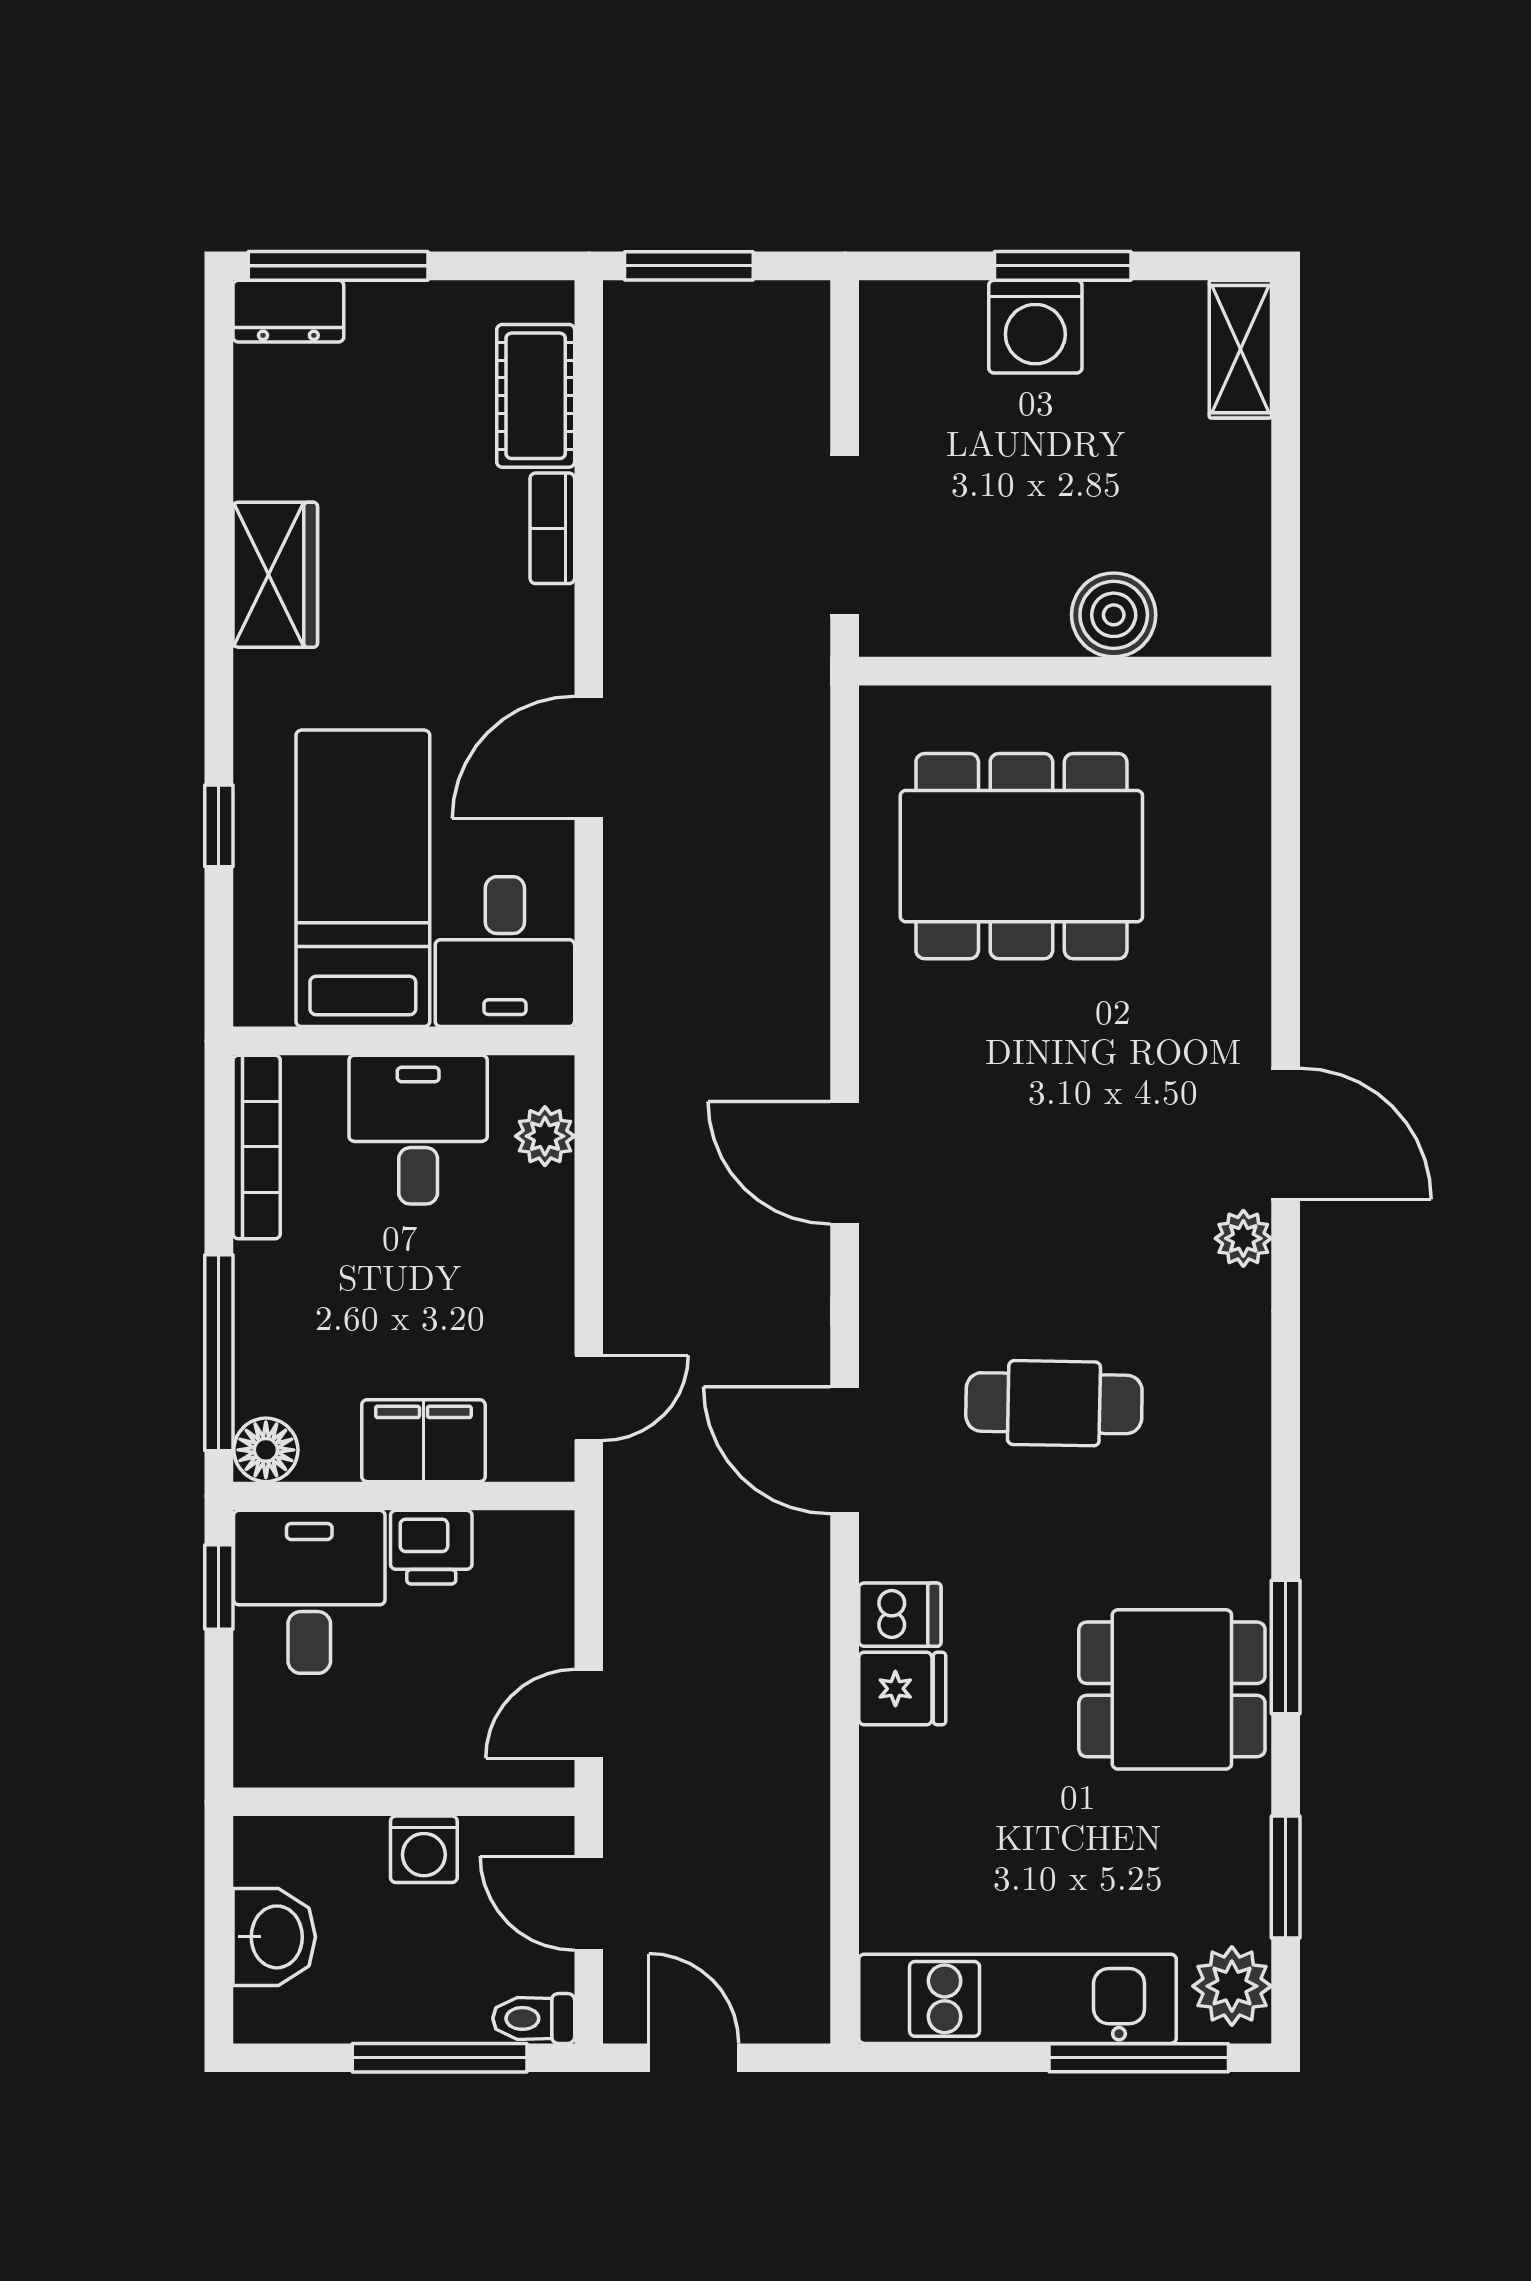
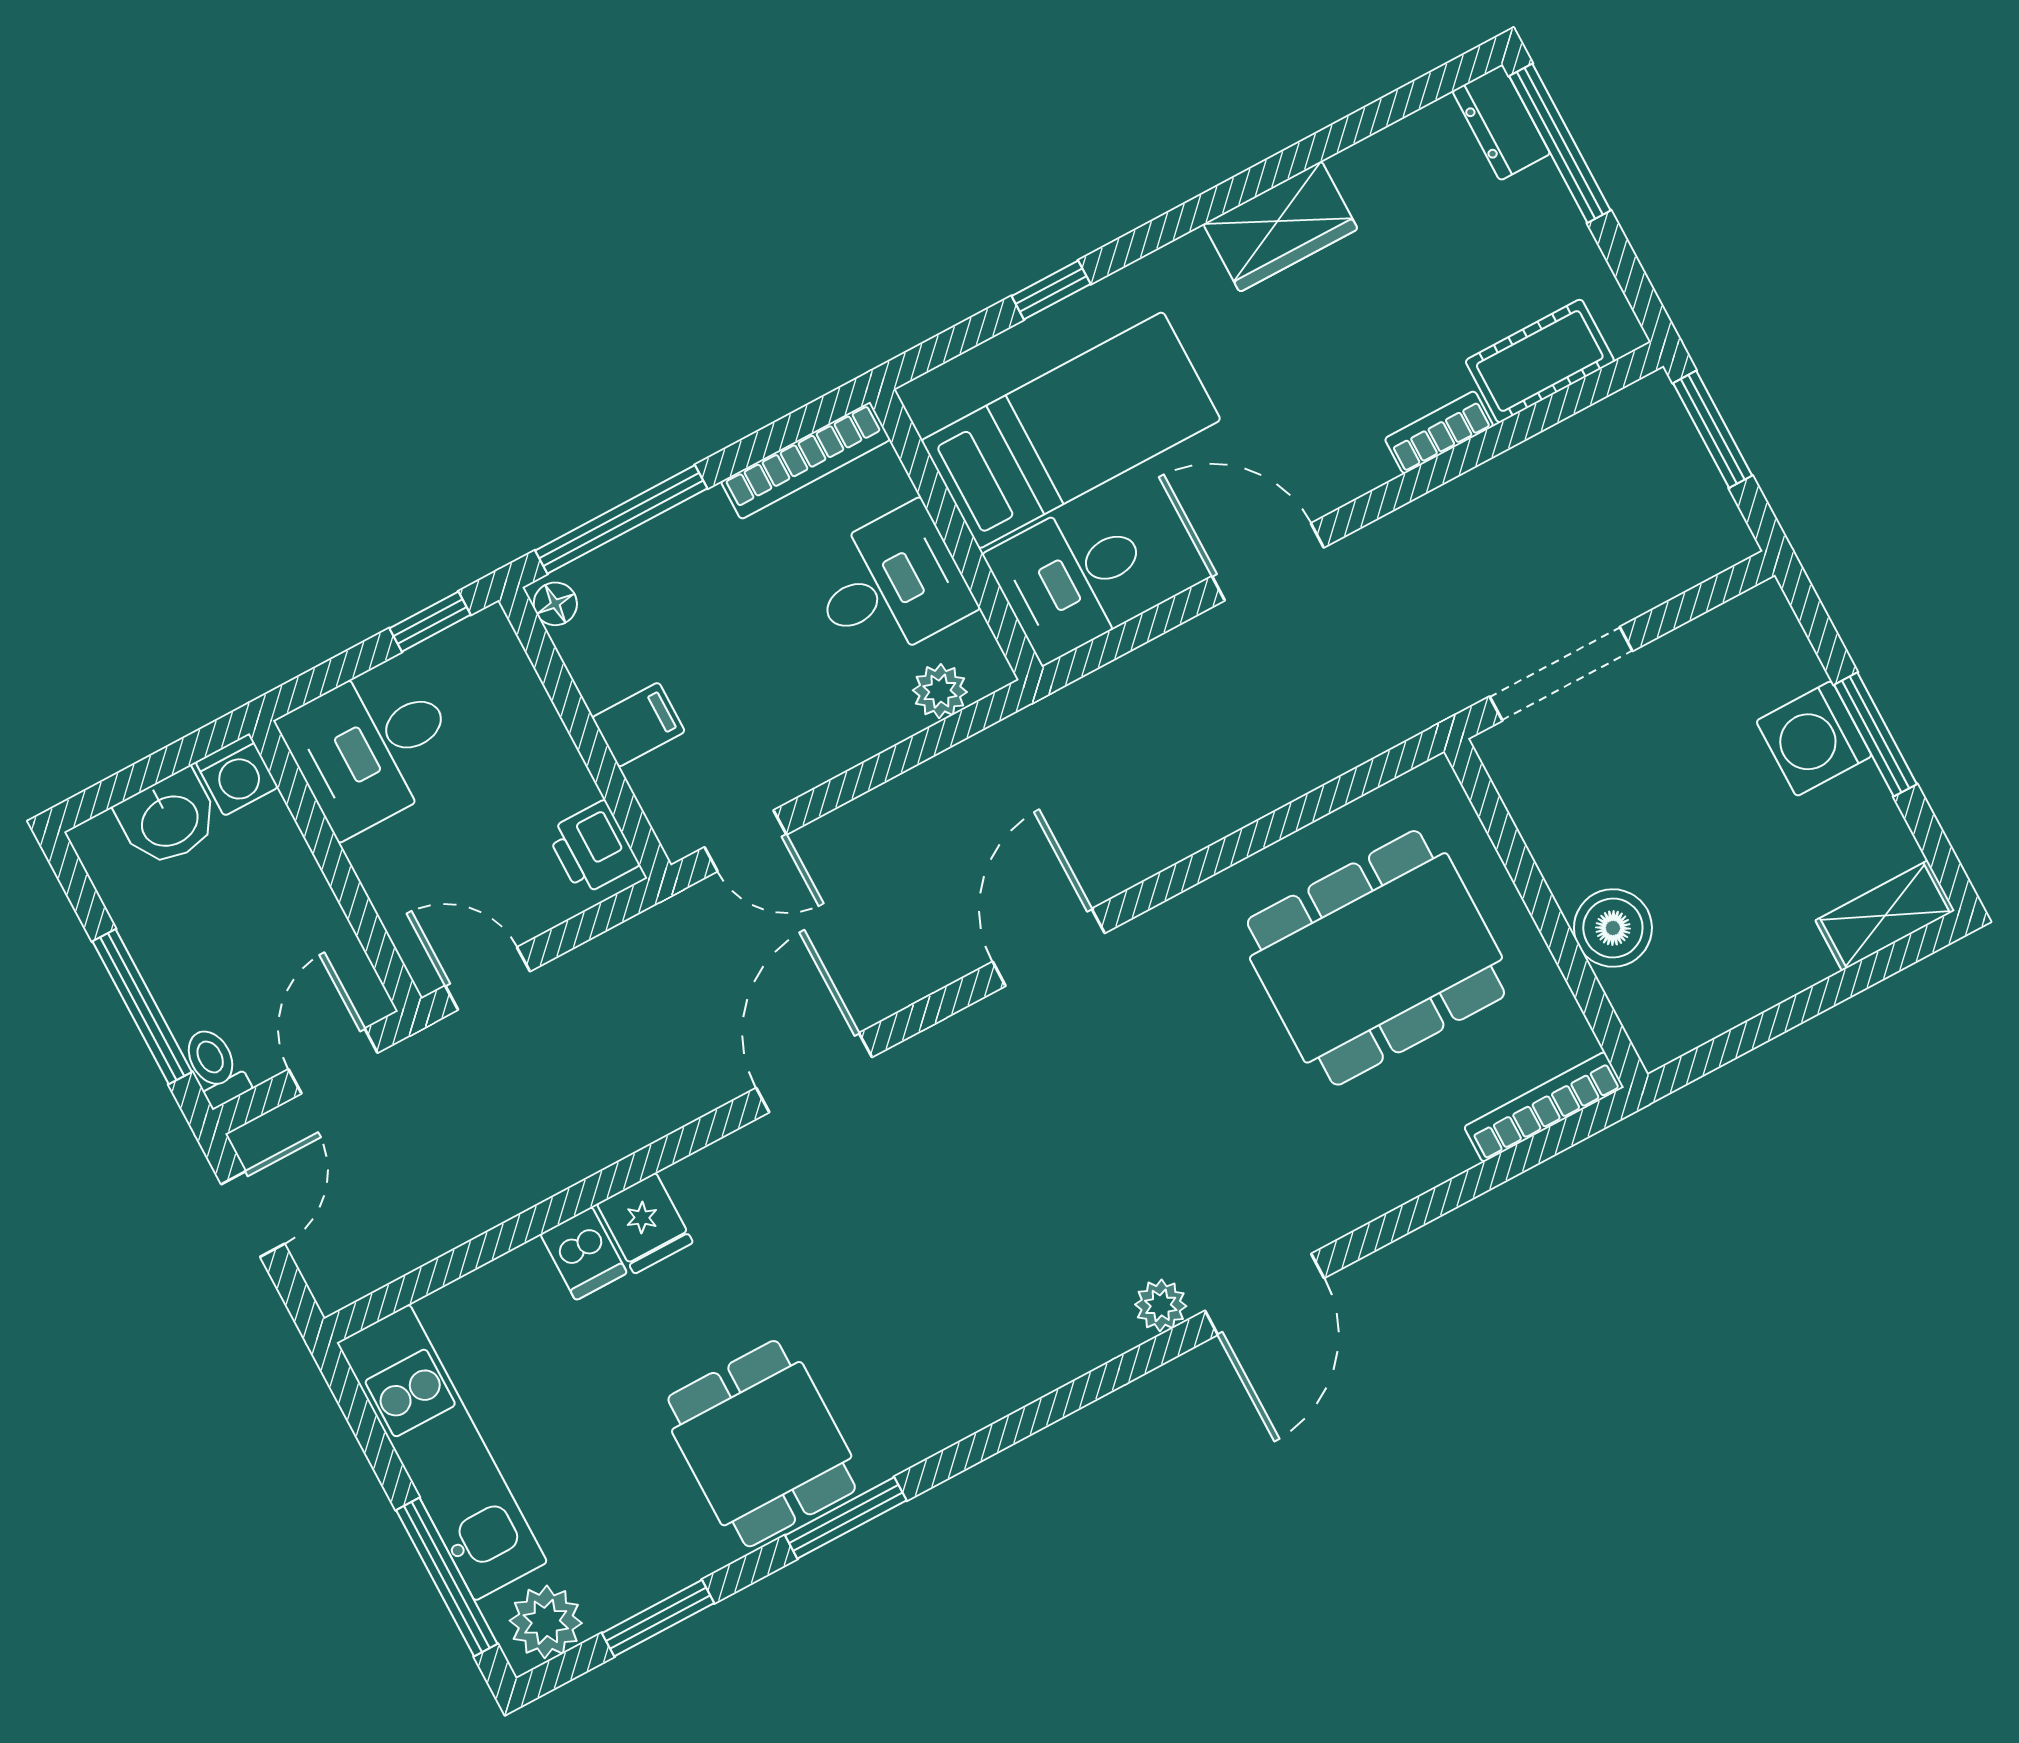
bookcase: (1249, 772) -> (1544, 1107), added
dining table: (1021, 856) -> (1376, 958), turned 90
cafe table: (1054, 1403) -> (944, 1223), removed
filing cabinet: (423, 1441) -> (638, 725), width x0.50
floor lamp: (266, 1450) -> (555, 604), width x0.73, depth x0.73
printer: (431, 1547) -> (593, 848), moved
desk: (309, 1592) -> (372, 747), moved, turned 180
dishwasher: (900, 1615) -> (584, 1254), moved
washing machine: (424, 1849) -> (237, 775), moved, turned -90

